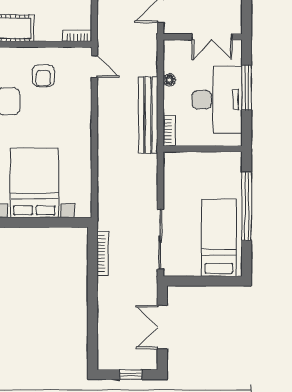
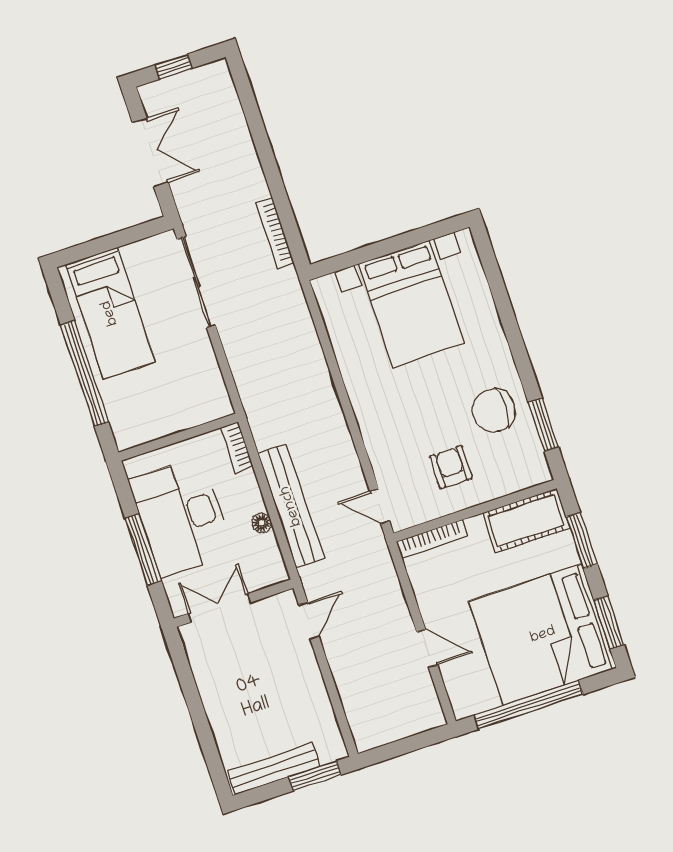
bookcase: (77, 36) -> (432, 539), width x1.56
bench: (148, 115) -> (291, 506), moved

